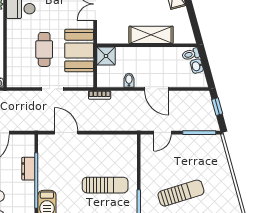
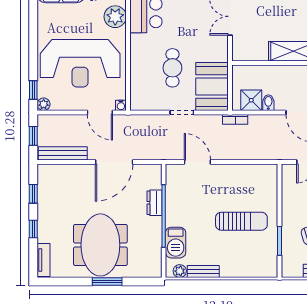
booth: (79, 51) -> (212, 86), moved
shower: (106, 56) -> (251, 100), moved

